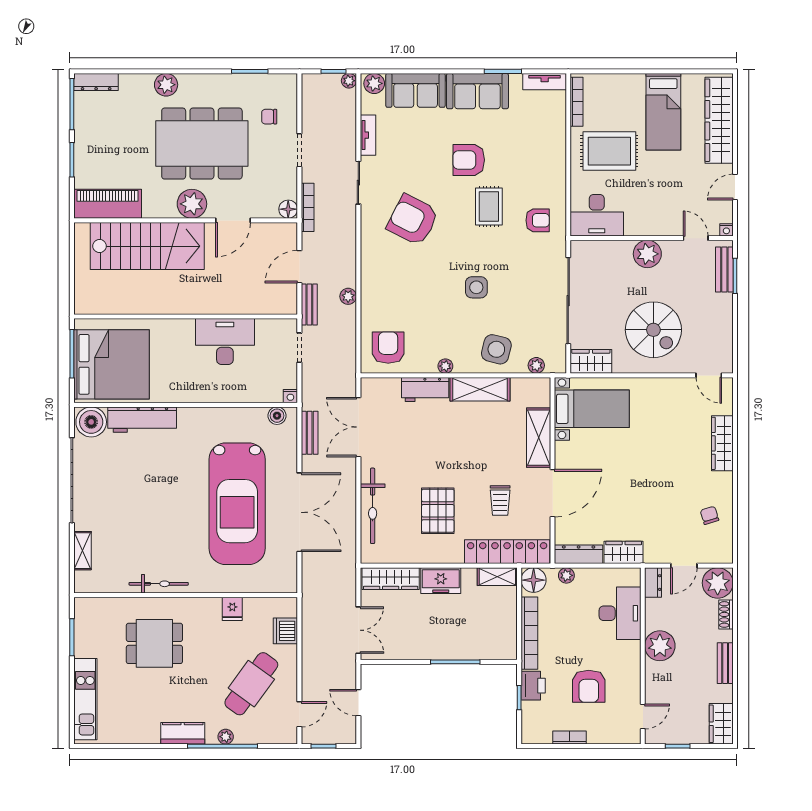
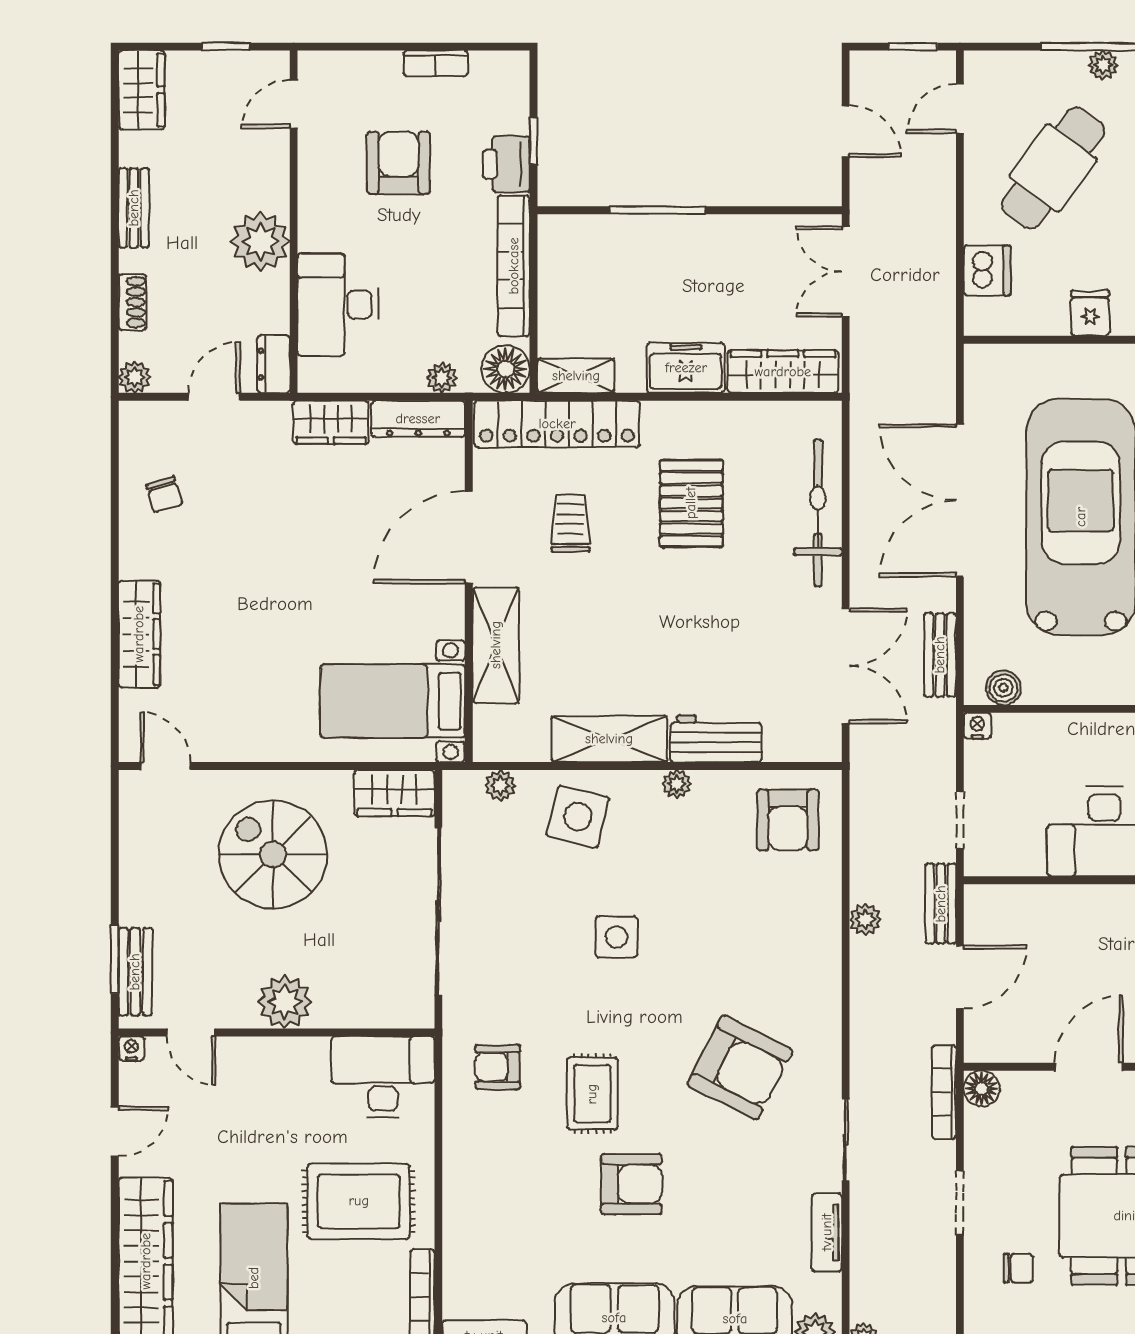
plant: (718, 583) -> (134, 377), width x0.53, depth x0.53

